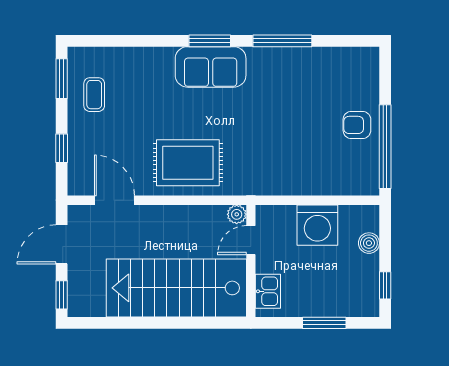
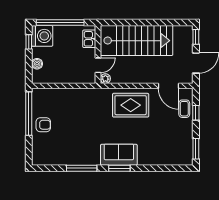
coffee table: (94, 95) -> (184, 109), moved
washing machine: (317, 225) -> (42, 36), moved, turned 90
window: (324, 323) -> (60, 22), width x2.11

